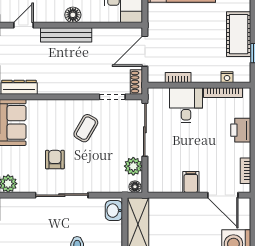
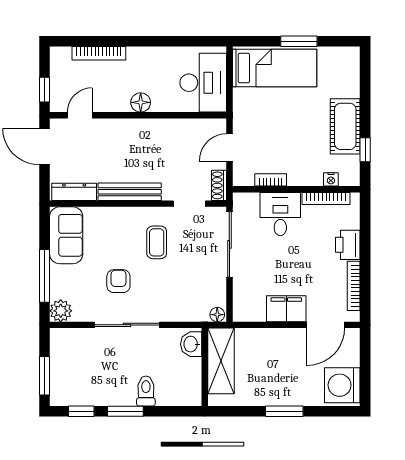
bench: (66, 35) -> (130, 192), moved
door: (145, 51) -> (229, 147), width x0.73
coffee table: (86, 128) -> (157, 242), turned -30
plant: (133, 166) -> (215, 289), removed
bookcase: (245, 171) -> (354, 286), width x1.56
filing cabinet: (191, 182) -> (286, 309), width x2.00
door: (223, 195) -> (326, 325), hinge flipped

